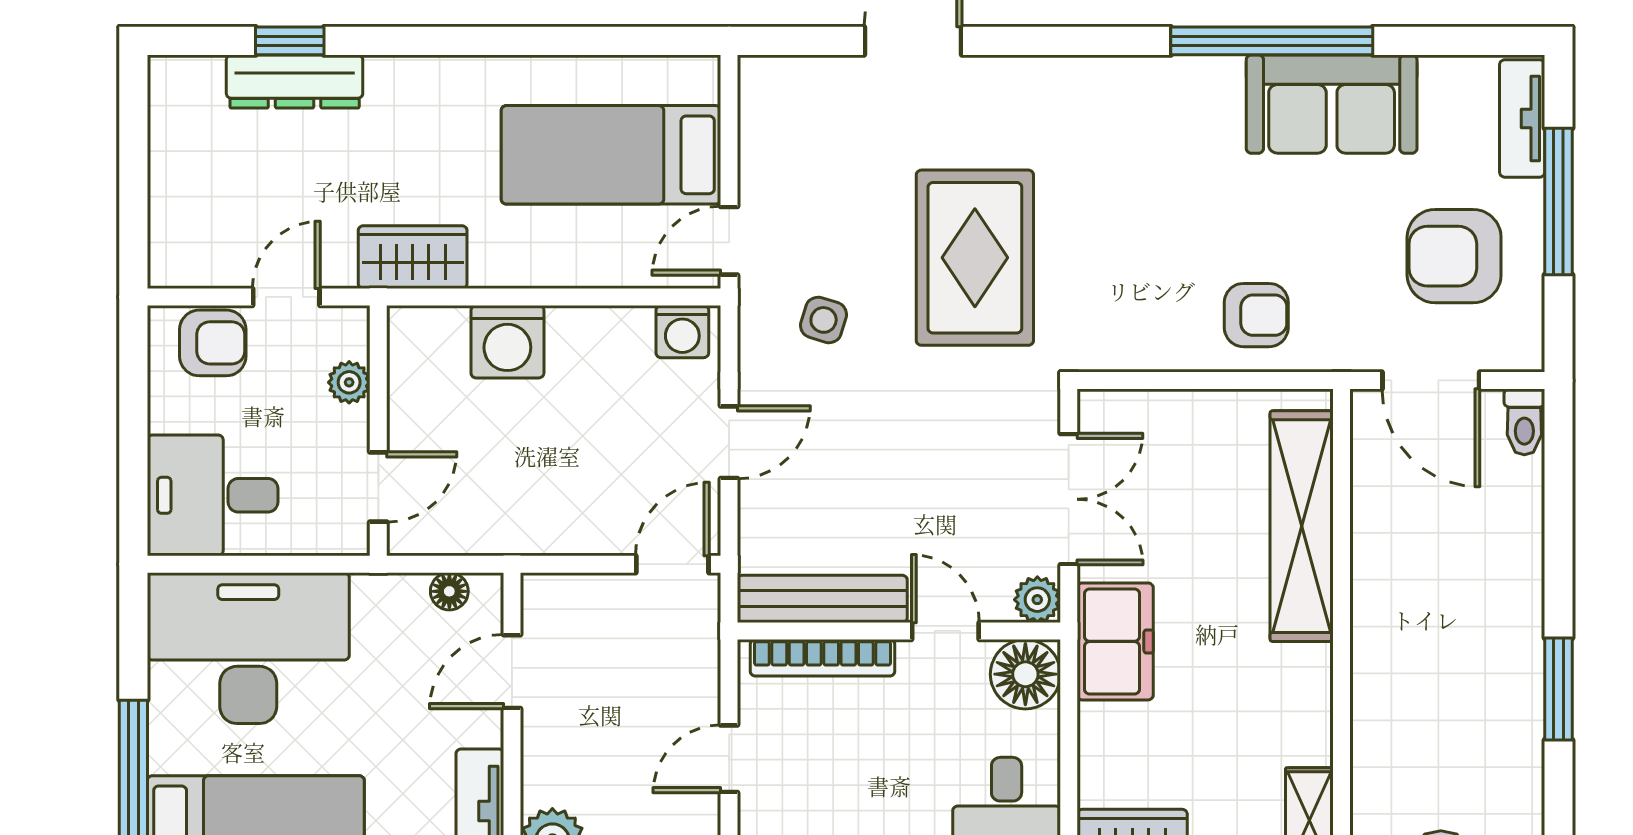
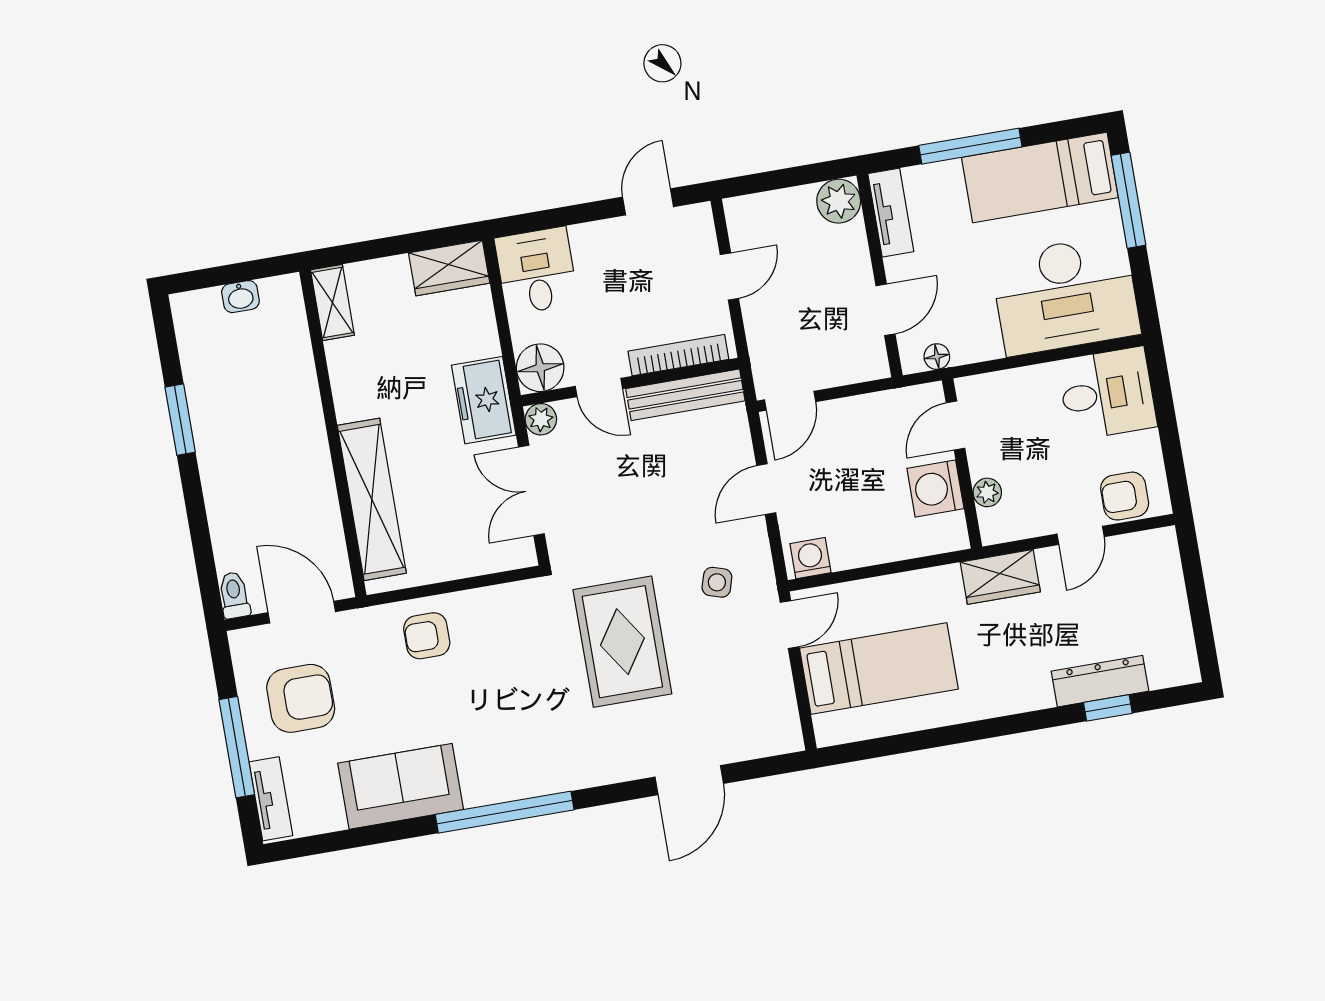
window: (1272, 41) -> (505, 812), moved
washing machine: (507, 342) -> (935, 489), moved, turned -90
plant: (349, 382) -> (987, 492), moved
wall: (378, 431) -> (962, 463), moved
door: (378, 487) -> (956, 426), moved

